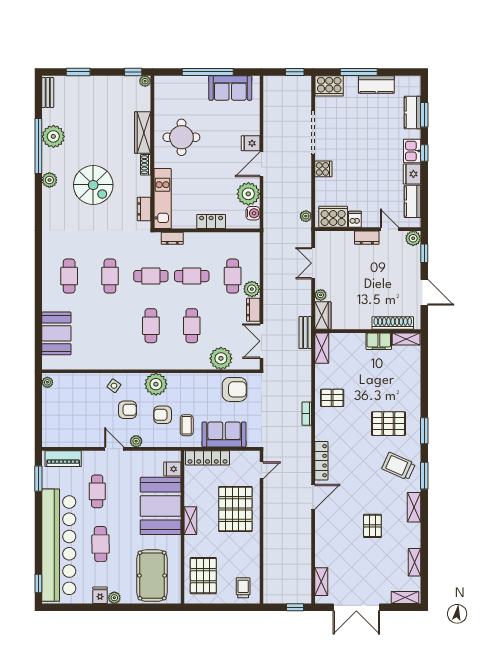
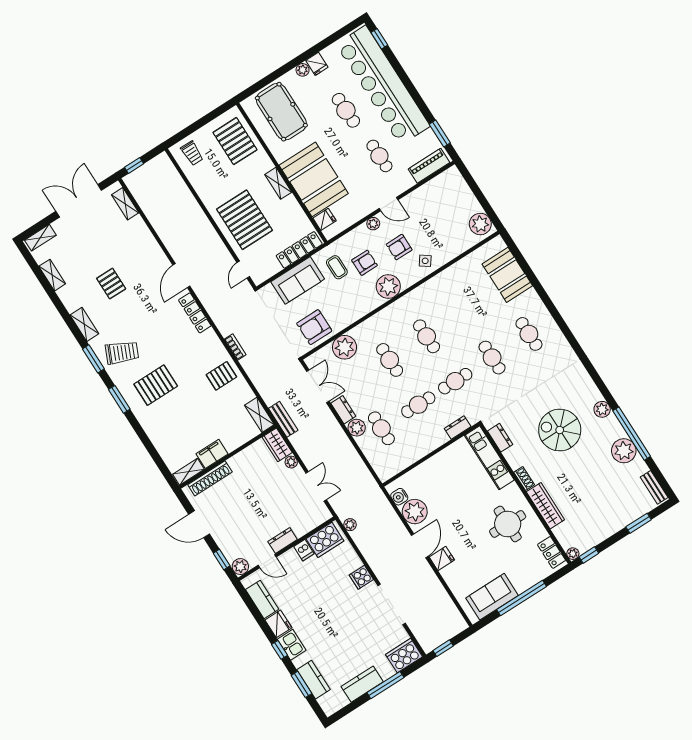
locker: (211, 222) -> (552, 552), moved, turned 90
plant: (47, 382) -> (480, 224), width x1.88, depth x1.88

